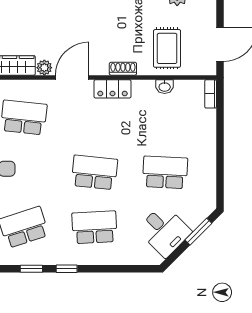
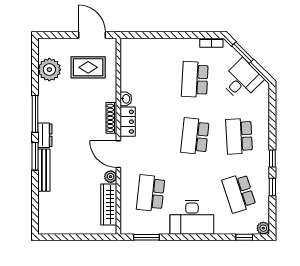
rug: (167, 48) -> (88, 67), moved
shoe rack: (123, 69) -> (111, 118), width x1.43
washbasin: (165, 87) -> (126, 99), moved
bookcase: (211, 94) -> (211, 43), moved

